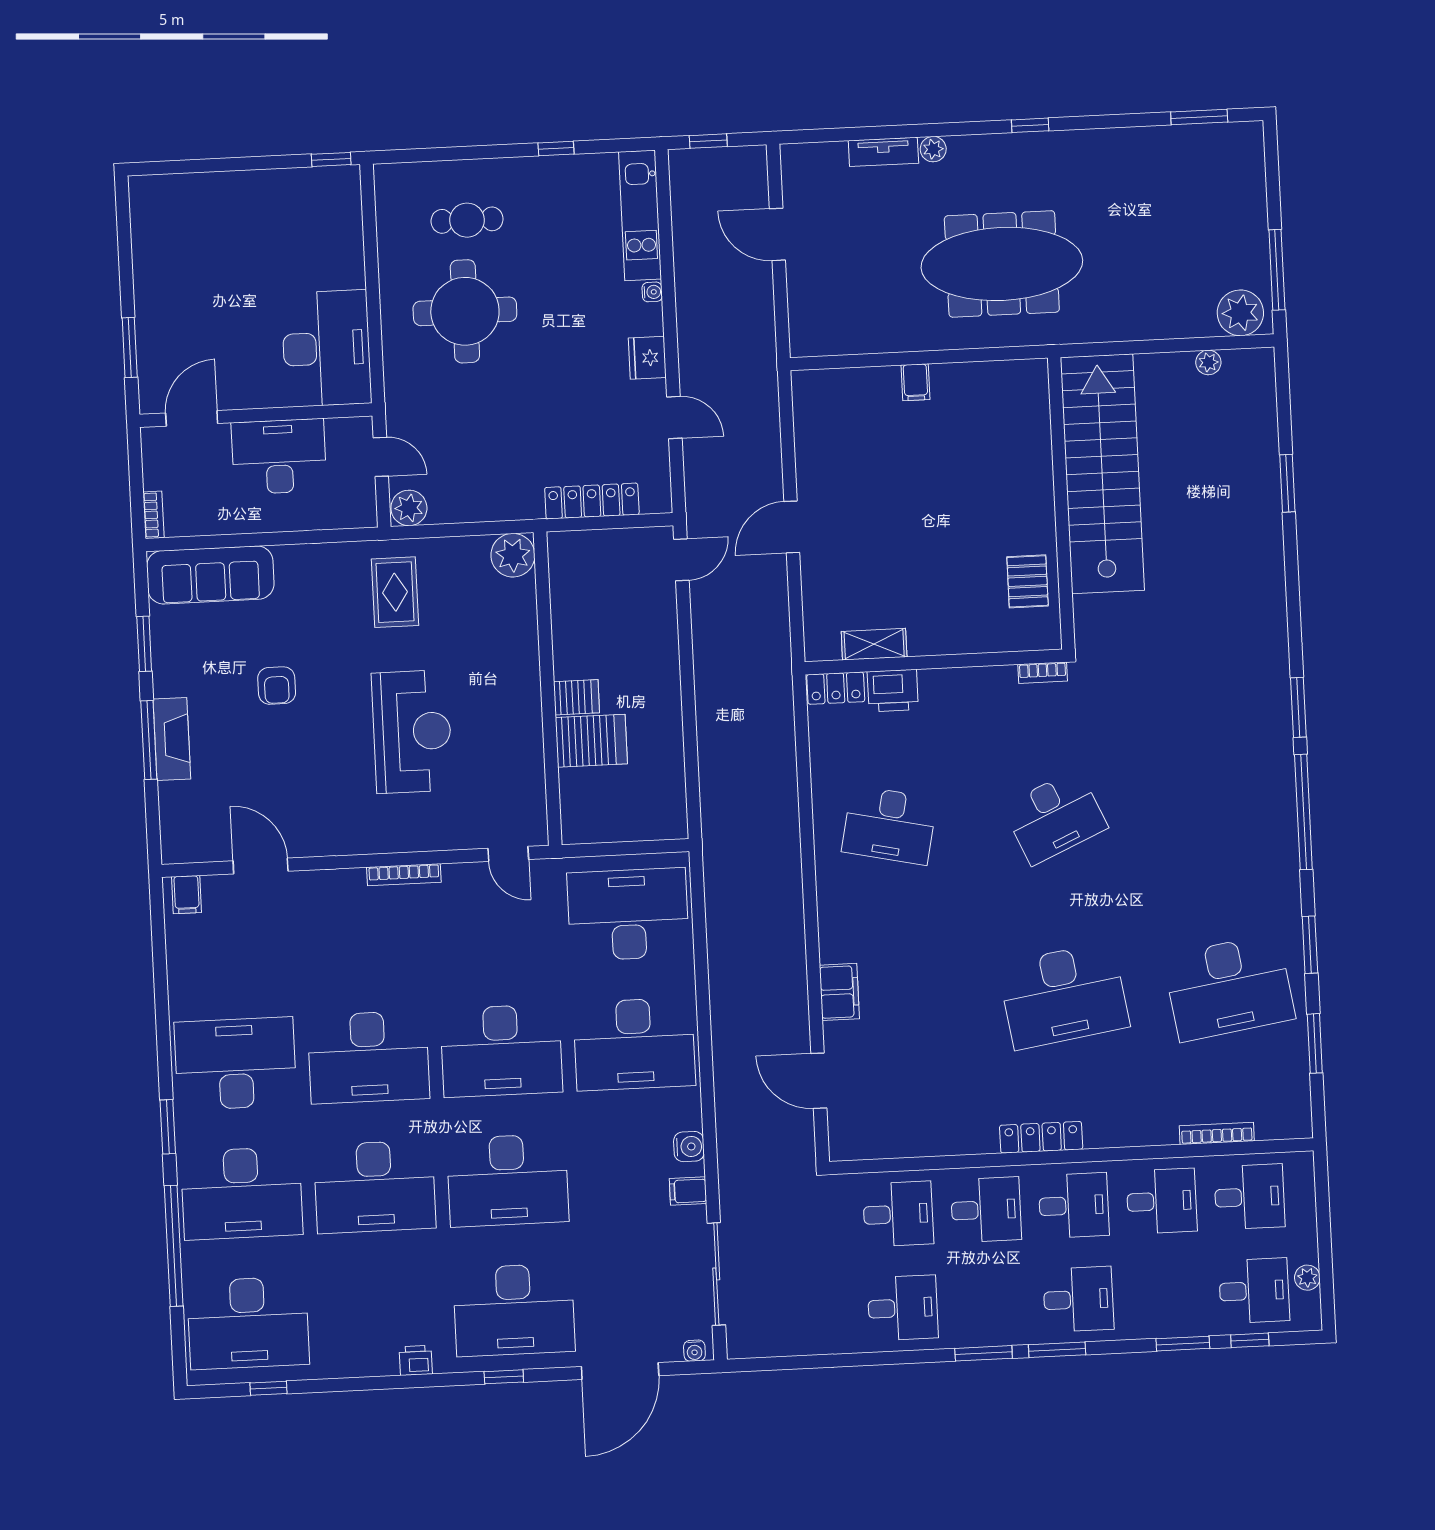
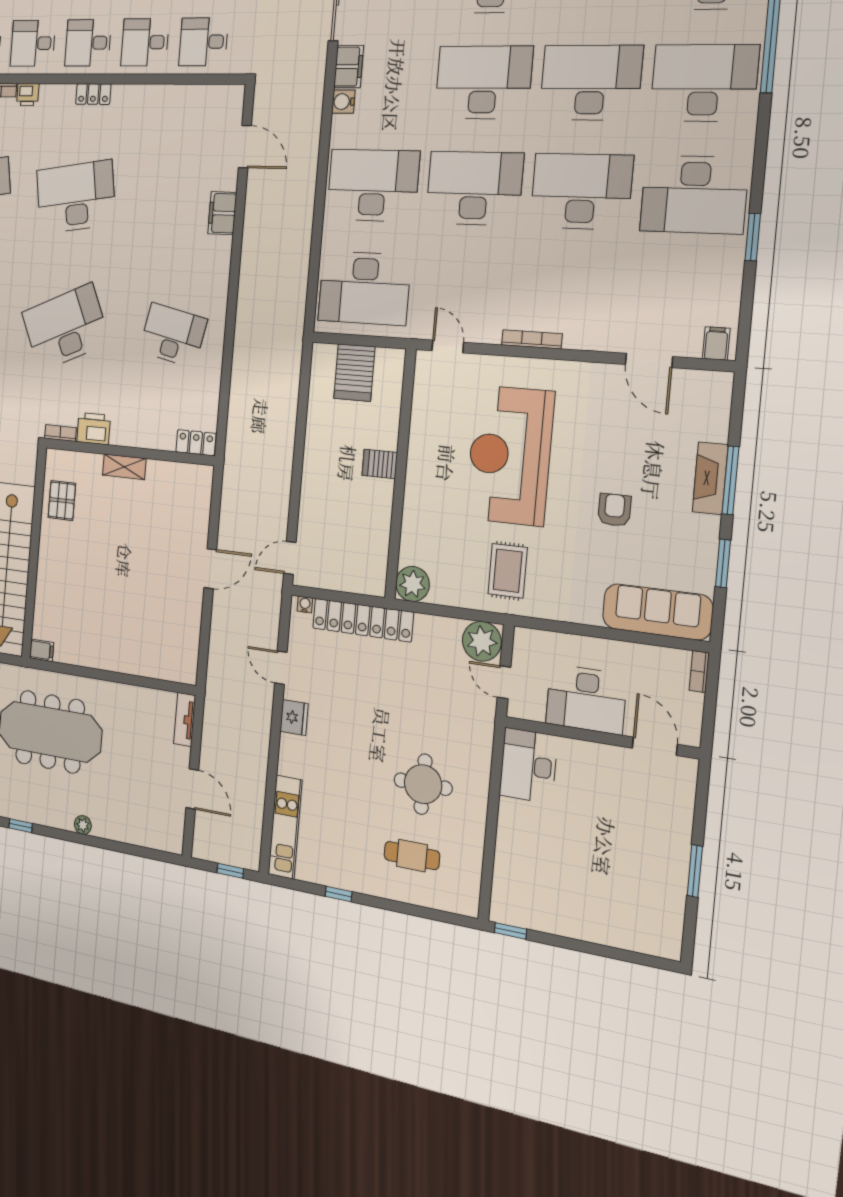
tv unit: (883, 152) -> (185, 720), moved, turned -90
water cooler: (652, 292) -> (305, 605), moved, turned 90
round table: (465, 311) -> (423, 784), width x0.73, depth x0.73
window: (130, 347) -> (695, 871), moved
desk: (326, 348) -> (528, 766), width x0.73, depth x0.77
filing cabinet: (915, 382) -> (42, 650), moved, turned 90
door: (192, 418) -> (655, 746), swing flipped
locker: (592, 501) -> (363, 620), width x1.41, depth x1.21
plant: (409, 508) -> (482, 641), width x1.36, depth x1.36
shelving: (874, 644) -> (124, 467), moved
printer: (893, 691) -> (94, 429), moved
reception desk: (412, 732) -> (510, 455), width x1.36, depth x1.30
server rack: (591, 741) -> (354, 373), moved, turned -90
desk: (1055, 817) -> (66, 327), width x1.36, depth x1.30
window: (168, 1127) -> (753, 237), moved
printer: (1160, 1130) -> (28, 95), added
locker: (1041, 1137) -> (93, 94), width x0.66
filing cabinet: (688, 1191) -> (349, 67), width x2.00

